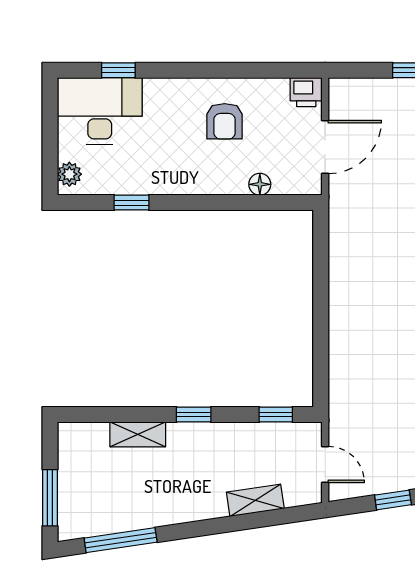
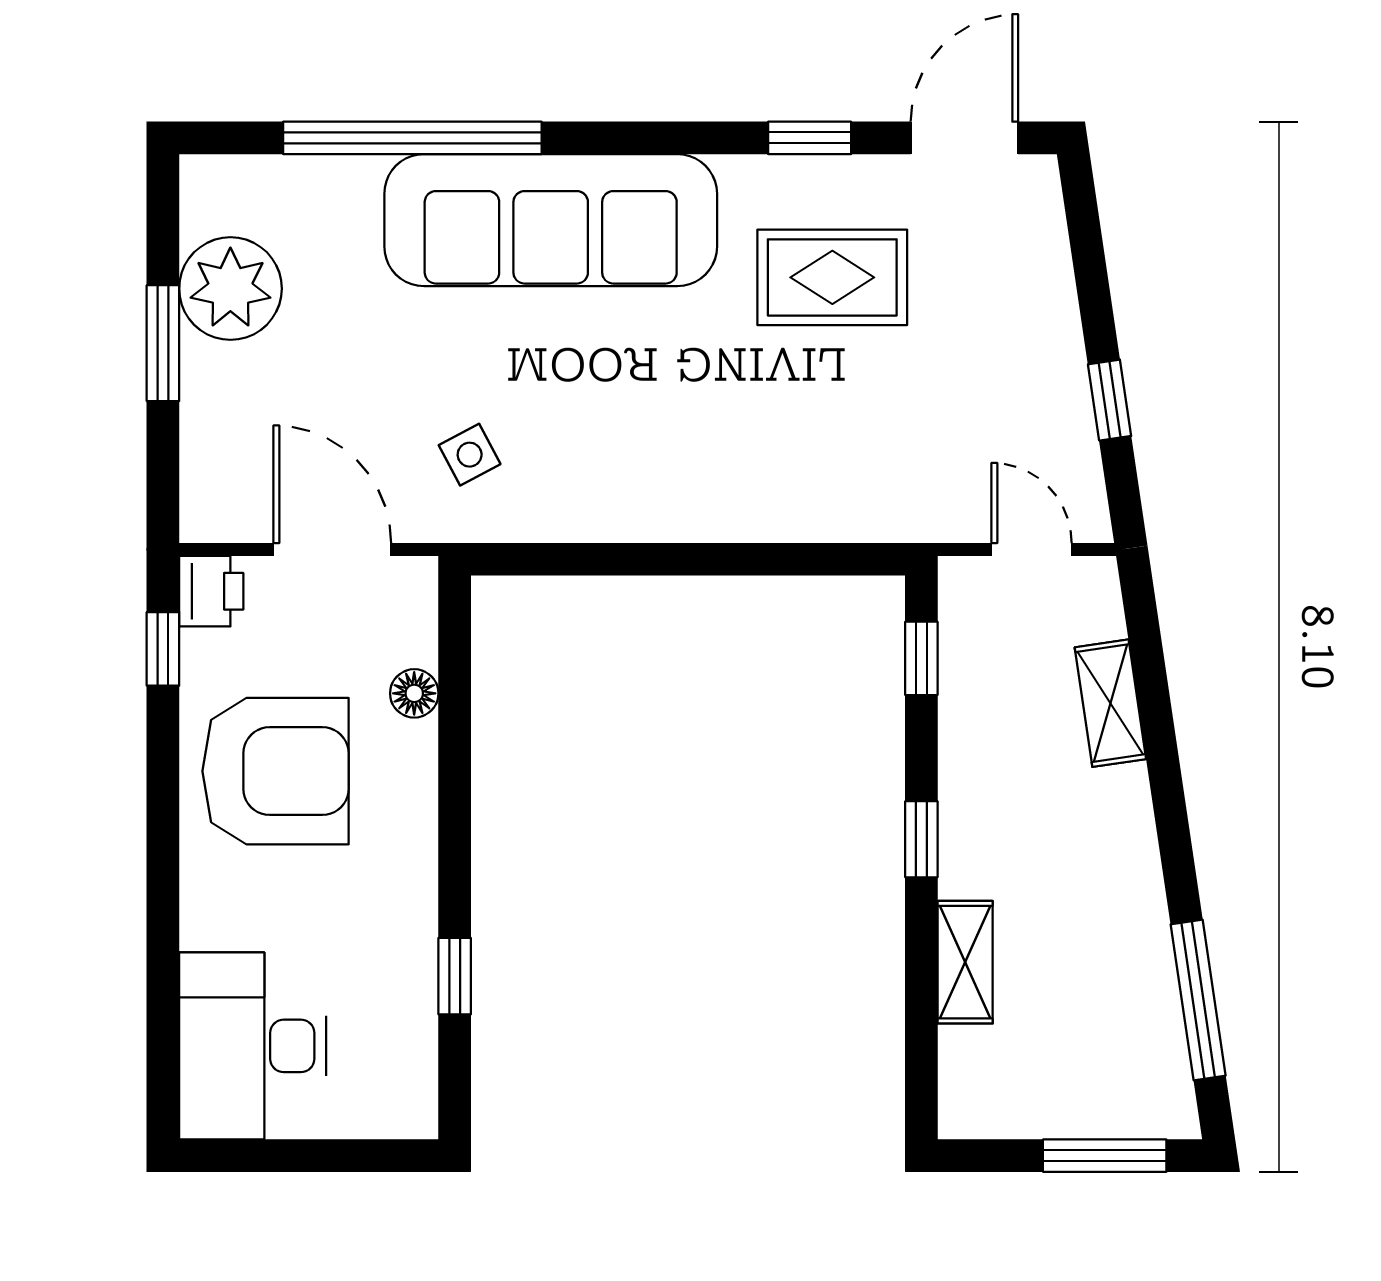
window: (118, 70) -> (163, 649), moved
armchair: (225, 121) -> (276, 771), width x1.88, depth x1.88
plant: (69, 174) -> (392, 1113), removed
side table: (368, 209) -> (470, 455), added
door: (325, 465) -> (1032, 549), hinge flipped

